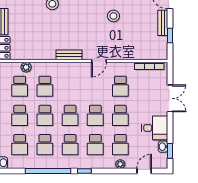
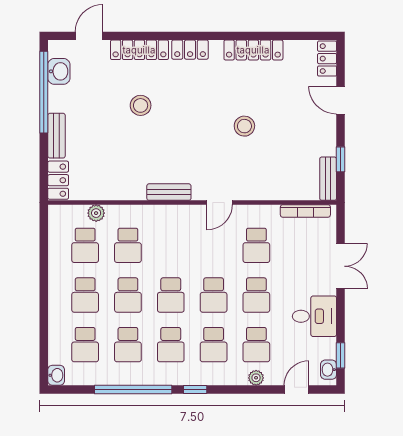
bench: (163, 23) -> (328, 179), moved
washbasin: (163, 147) -> (329, 370), moved

